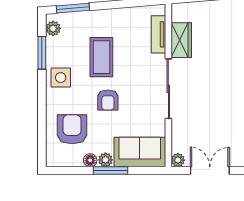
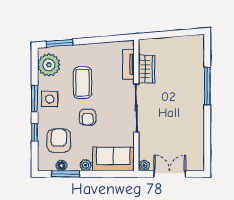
plant: (53, 28) -> (49, 65), width x1.88, depth x1.88
window: (42, 53) -> (35, 98), moved
window: (42, 119) -> (35, 132), added
floor lamp: (90, 160) -> (61, 166), moved
window: (111, 171) -> (66, 174), moved

